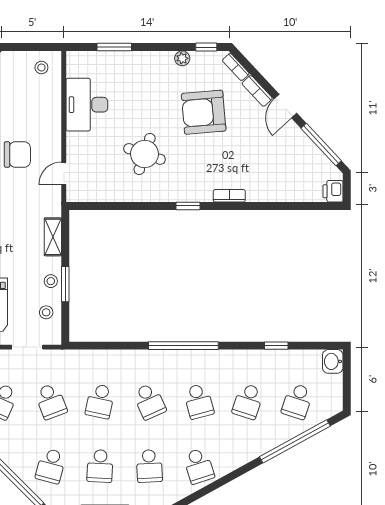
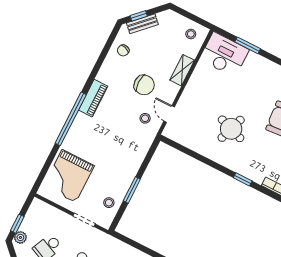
desk: (87, 105) -> (224, 55), moved, turned 90
door: (64, 173) -> (169, 114), hinge flipped
shelving: (53, 237) -> (182, 70), moved
stool: (51, 281) -> (145, 118), moved

